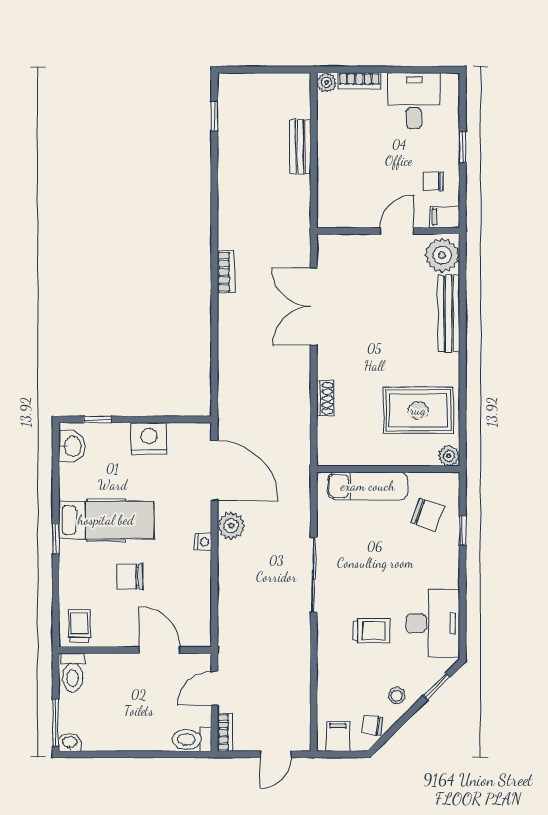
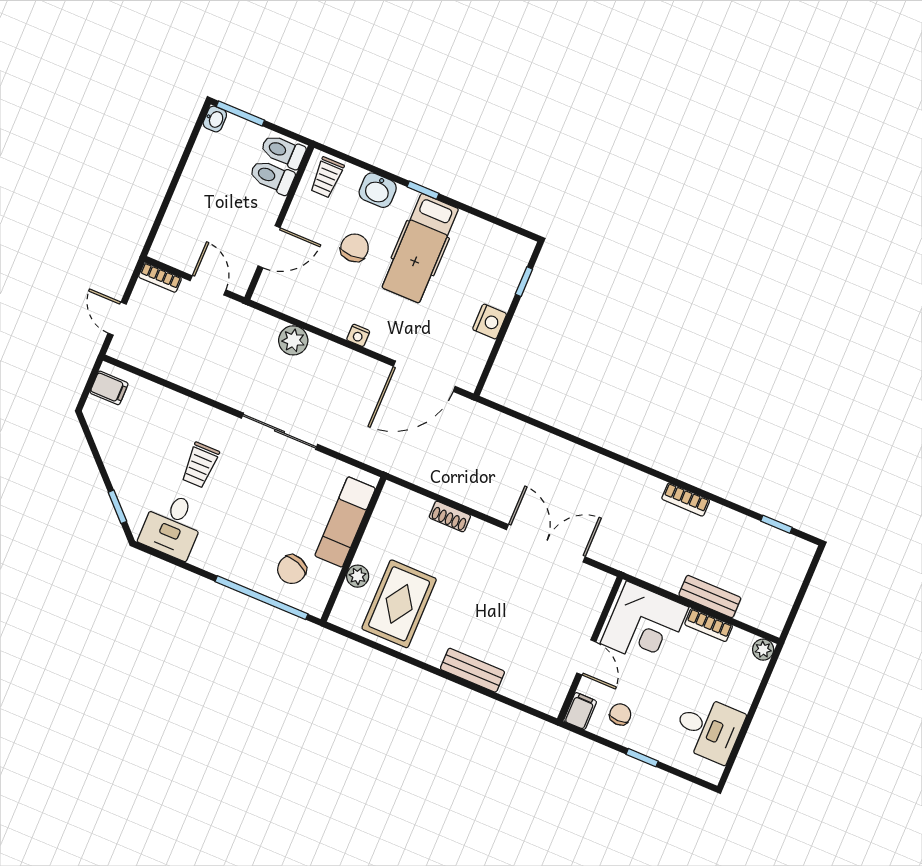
bookcase: (359, 81) -> (709, 625), moved, turned -90
corner desk: (348, 193) -> (645, 625), added
plant: (442, 255) -> (543, 692), removed
bookcase: (226, 272) -> (686, 499), moved
bench: (449, 313) -> (472, 670), width x0.73
nightstand: (149, 438) -> (490, 322), width x0.74, depth x0.75
washbasin: (72, 446) -> (378, 190), moved
plant: (449, 456) -> (358, 576), moved
plant: (231, 526) -> (293, 340), moved
window: (463, 530) -> (261, 598), width x3.17
desk: (433, 623) -> (172, 525), width x0.73
trolley: (79, 626) -> (327, 177), turned 90
stool: (397, 696) -> (125, 463), removed
chair: (372, 725) -> (106, 427), removed
toilet: (192, 739) -> (272, 177), moved, turned -90

